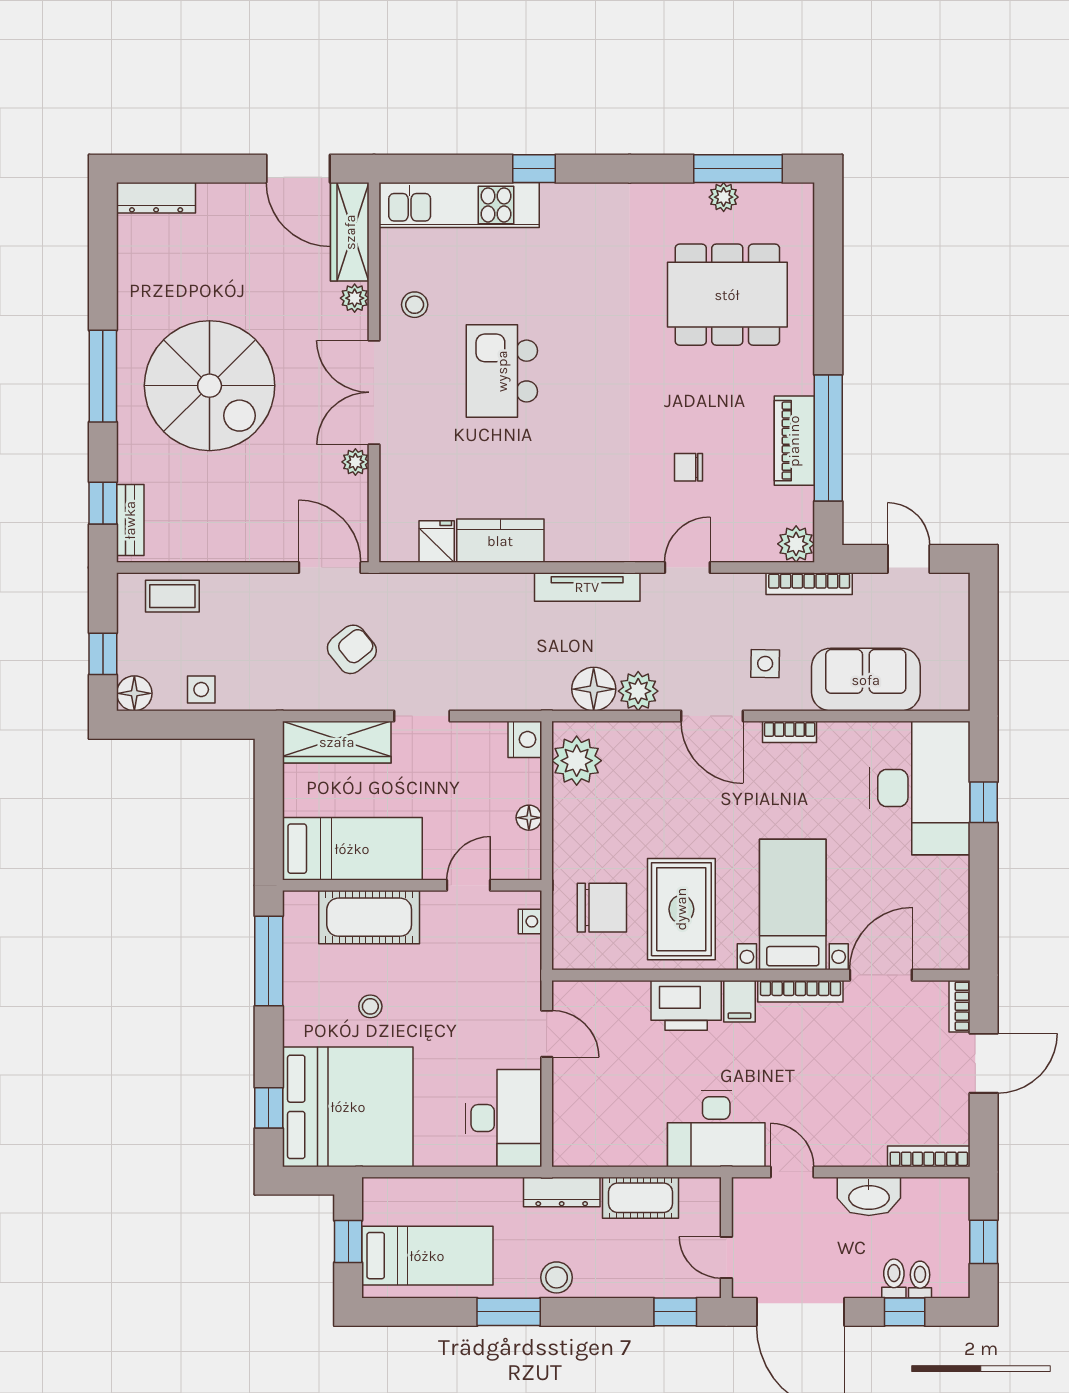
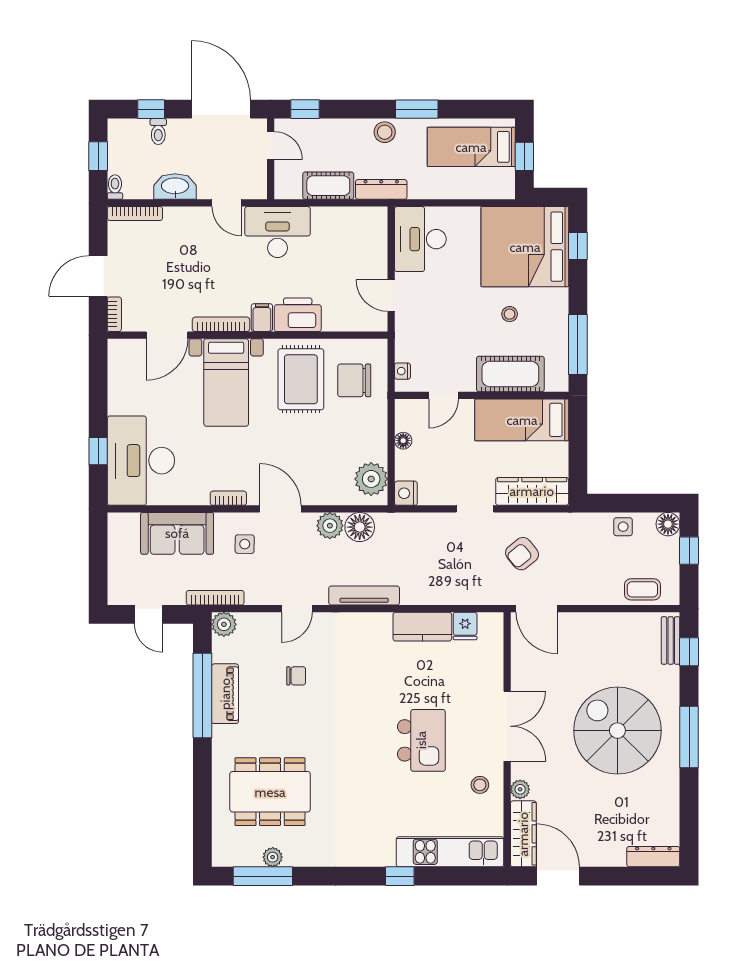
plant: (355, 462) -> (520, 679), removed
toilet: (920, 1280) -> (115, 187), moved, turned 180

